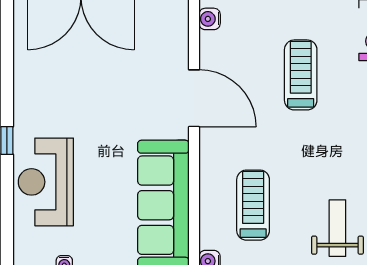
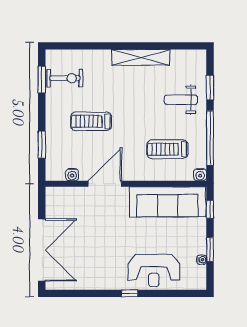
water cooler: (210, 19) -> (72, 175), moved

